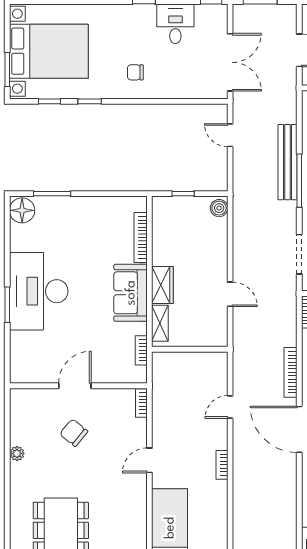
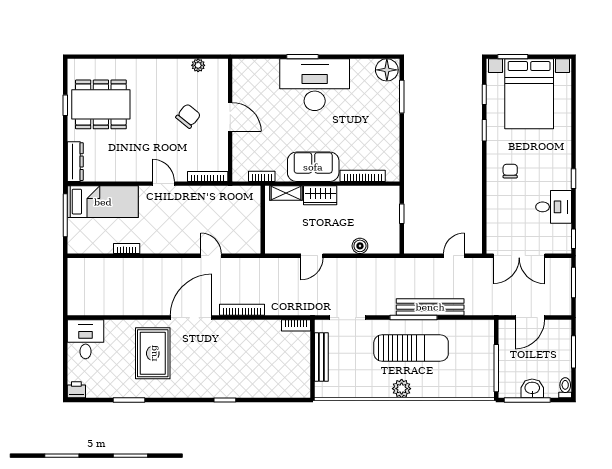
boiler: (219, 208) -> (360, 246), moved
bookcase: (141, 403) -> (208, 176), width x1.56
plant: (17, 453) -> (198, 65), moved
bookcase: (222, 465) -> (127, 248), moved

